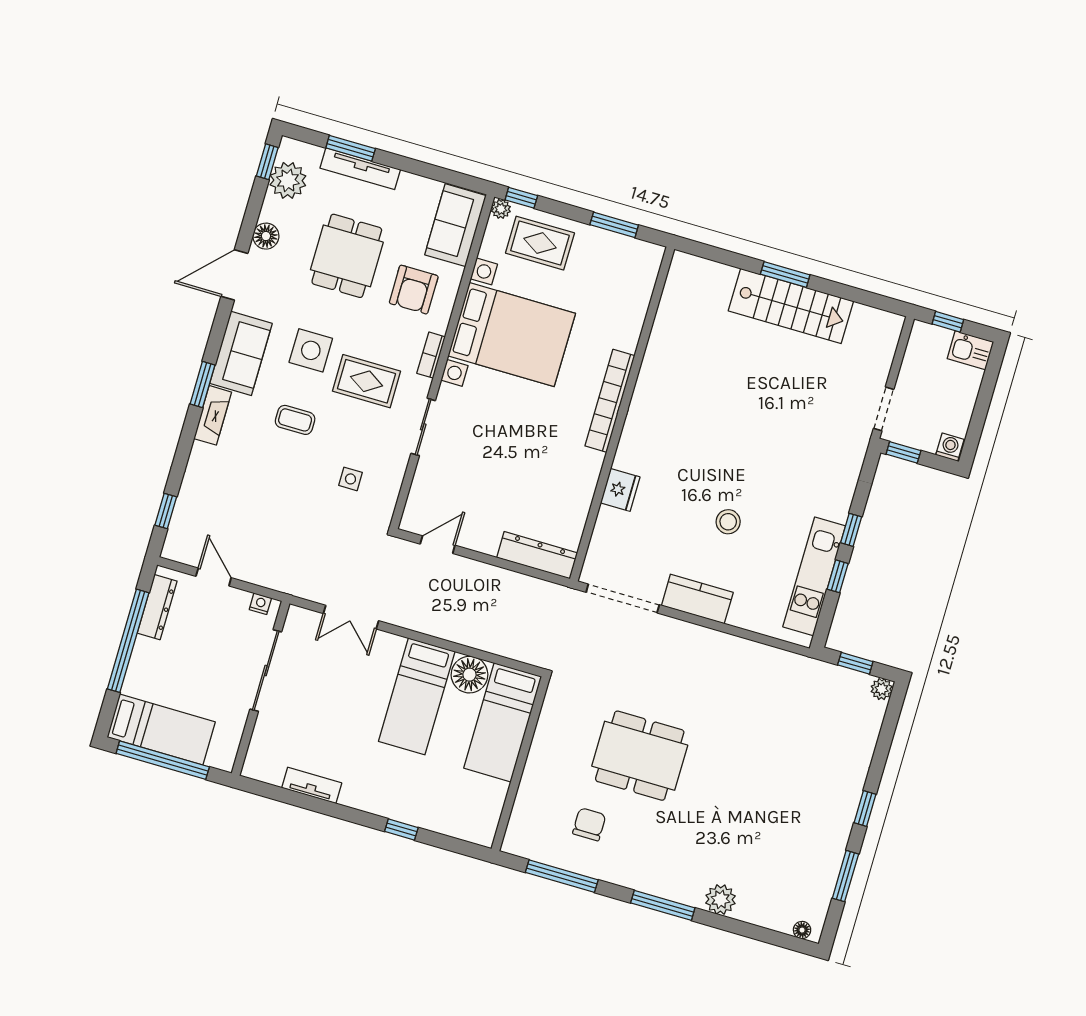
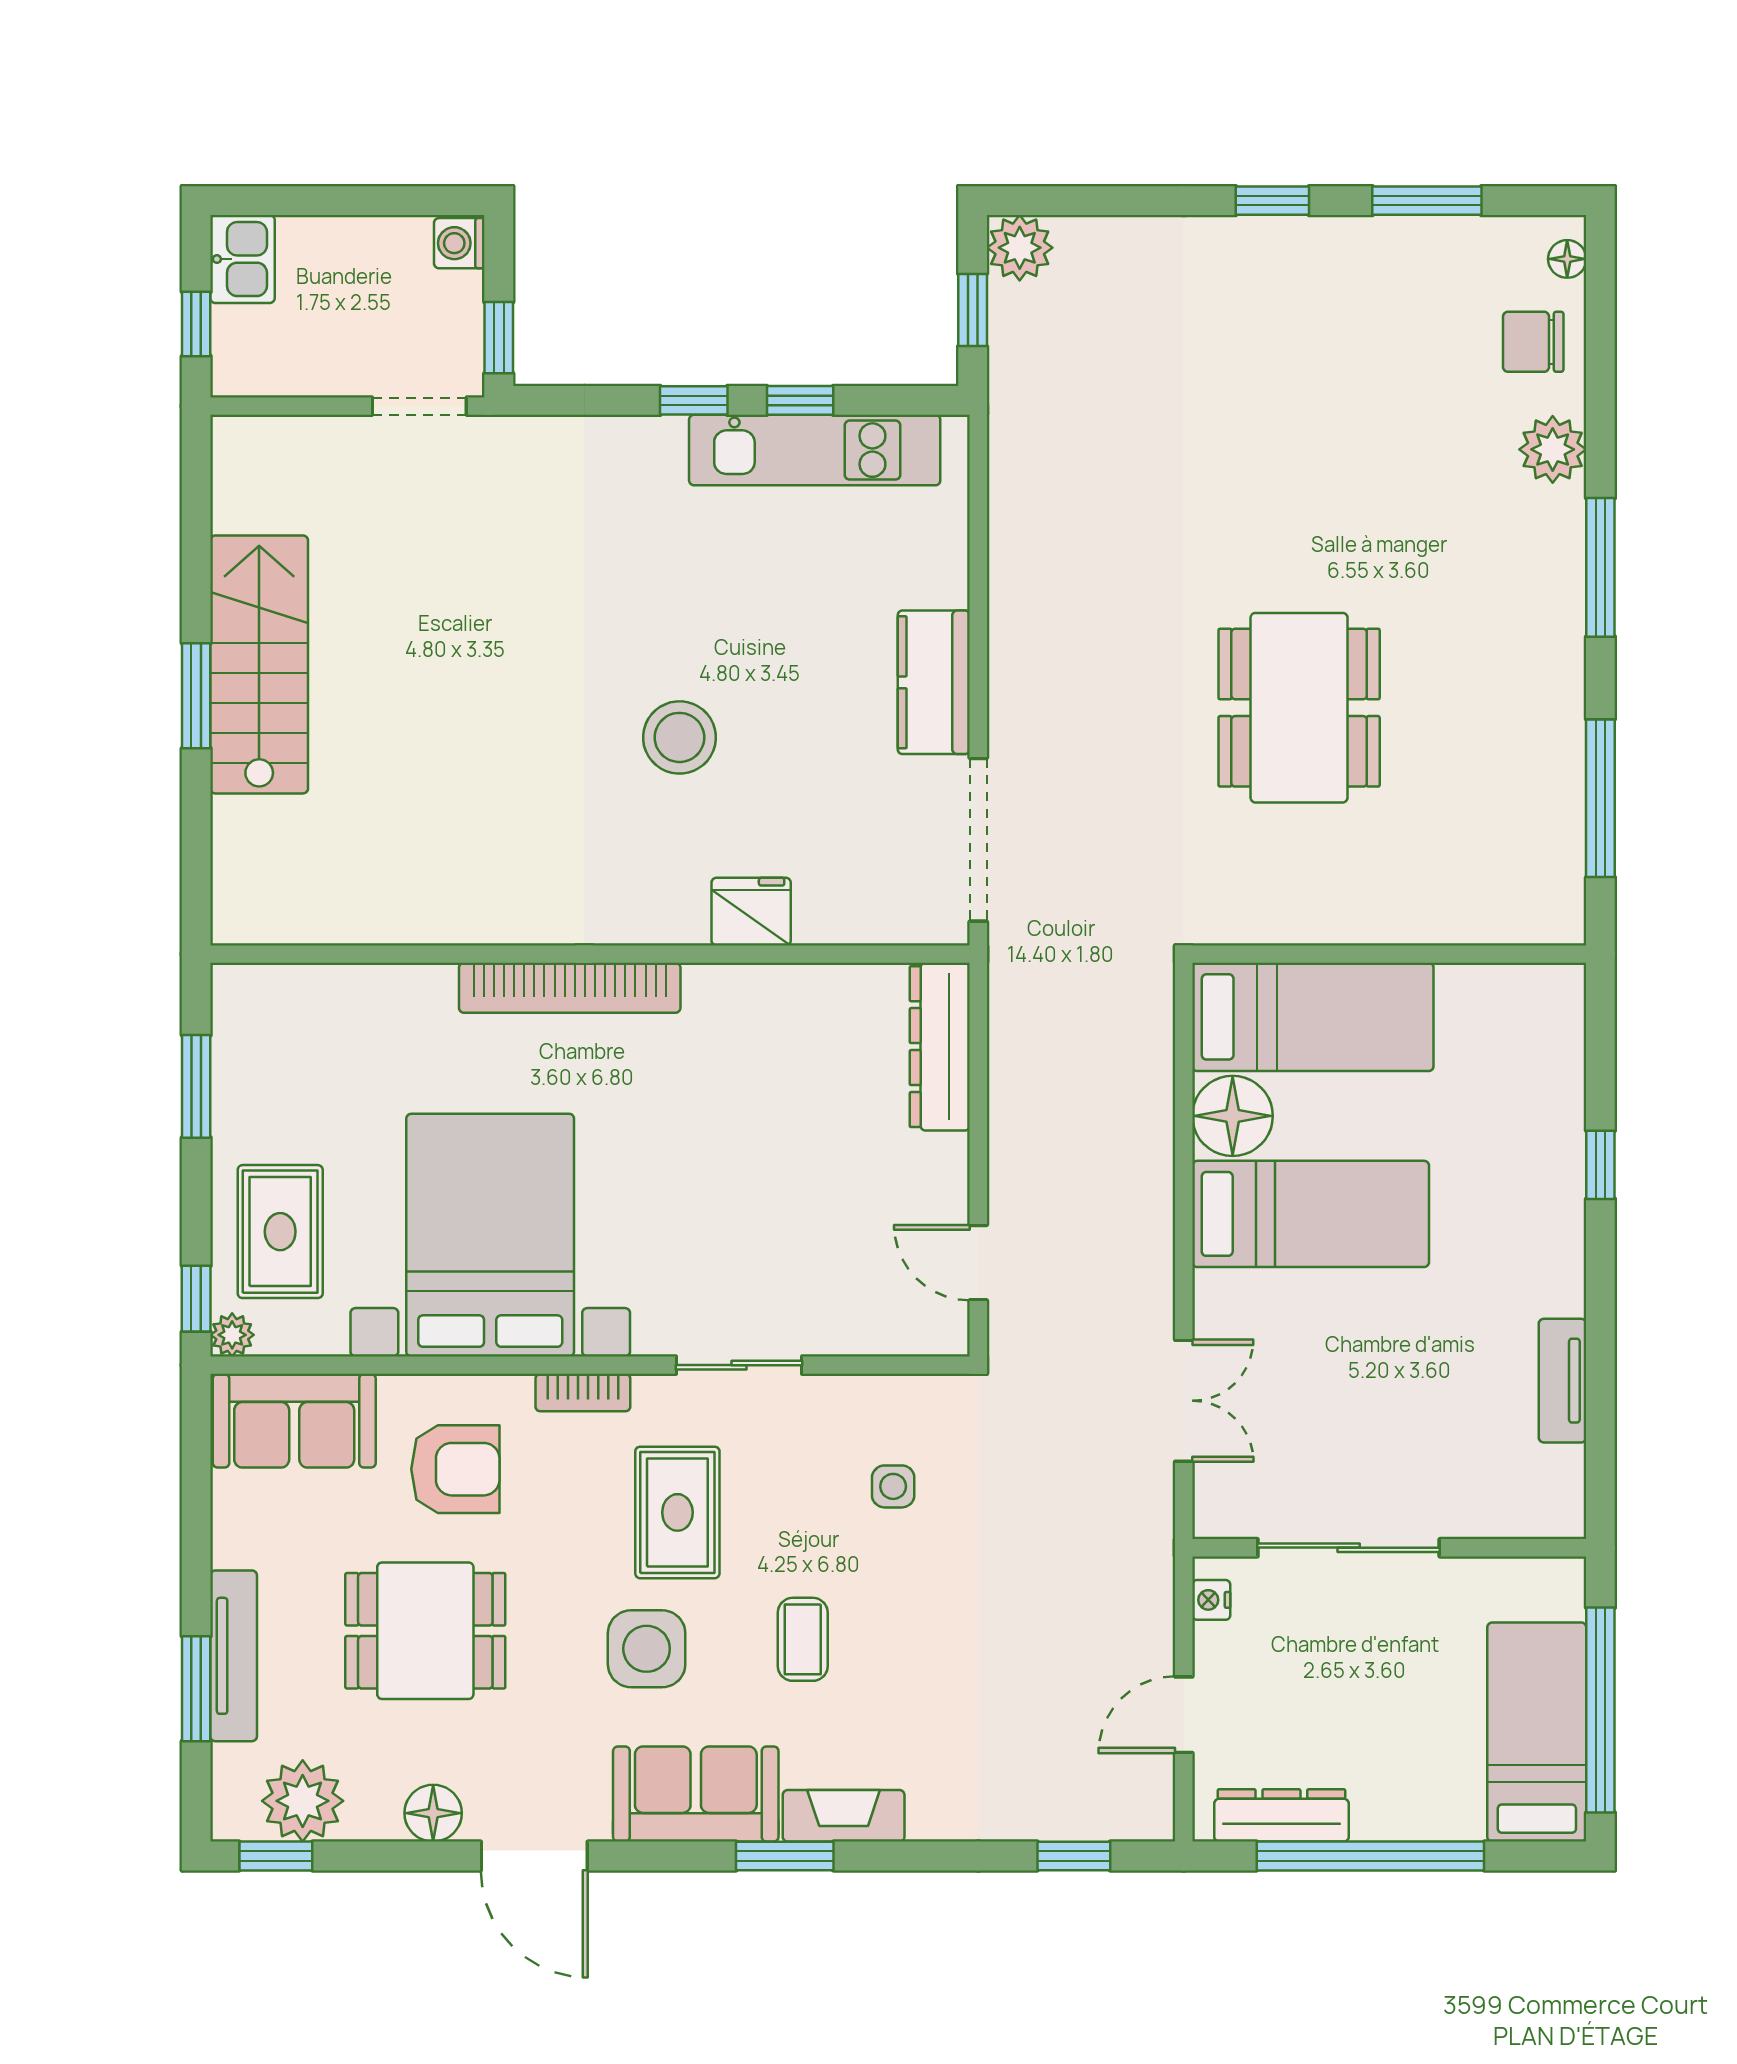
stool: (728, 522) -> (679, 737), moved, width x1.38, depth x1.38
plant: (882, 689) -> (1020, 248), width x1.38, depth x1.38
chair: (589, 824) -> (1533, 342), moved

